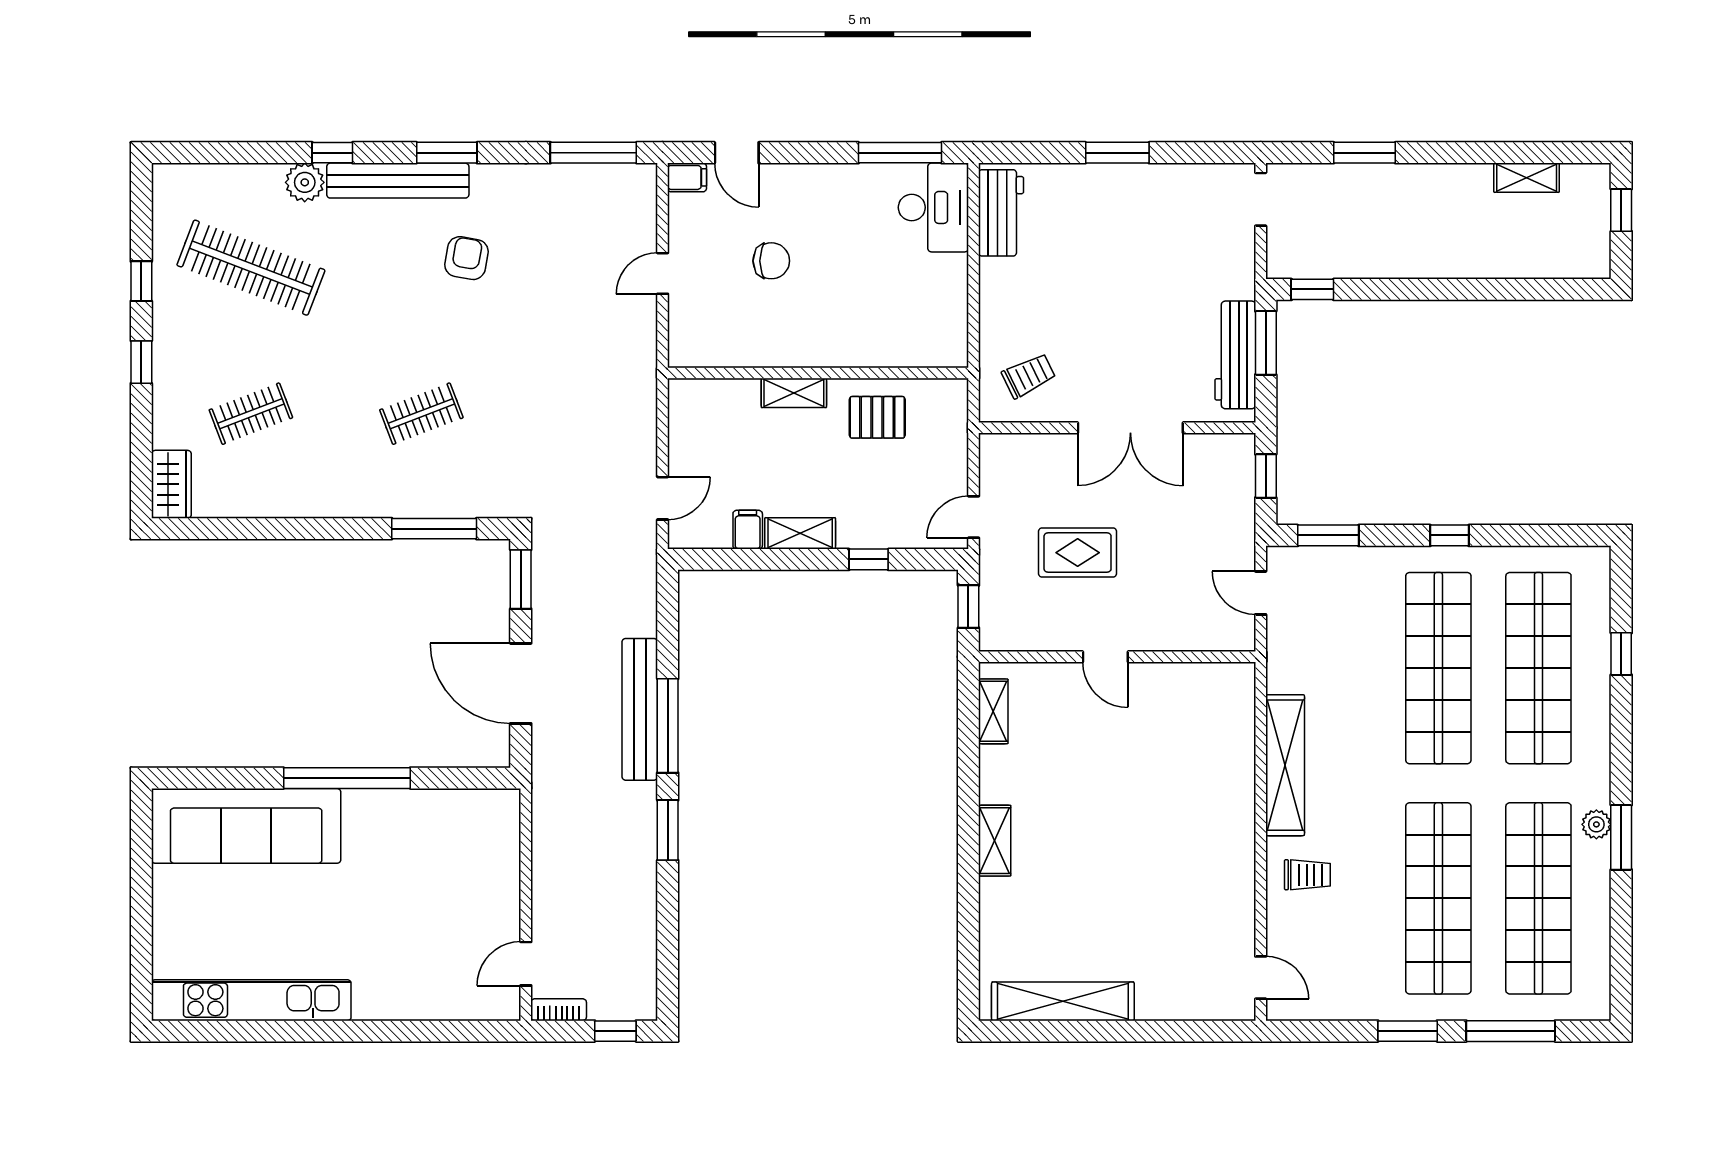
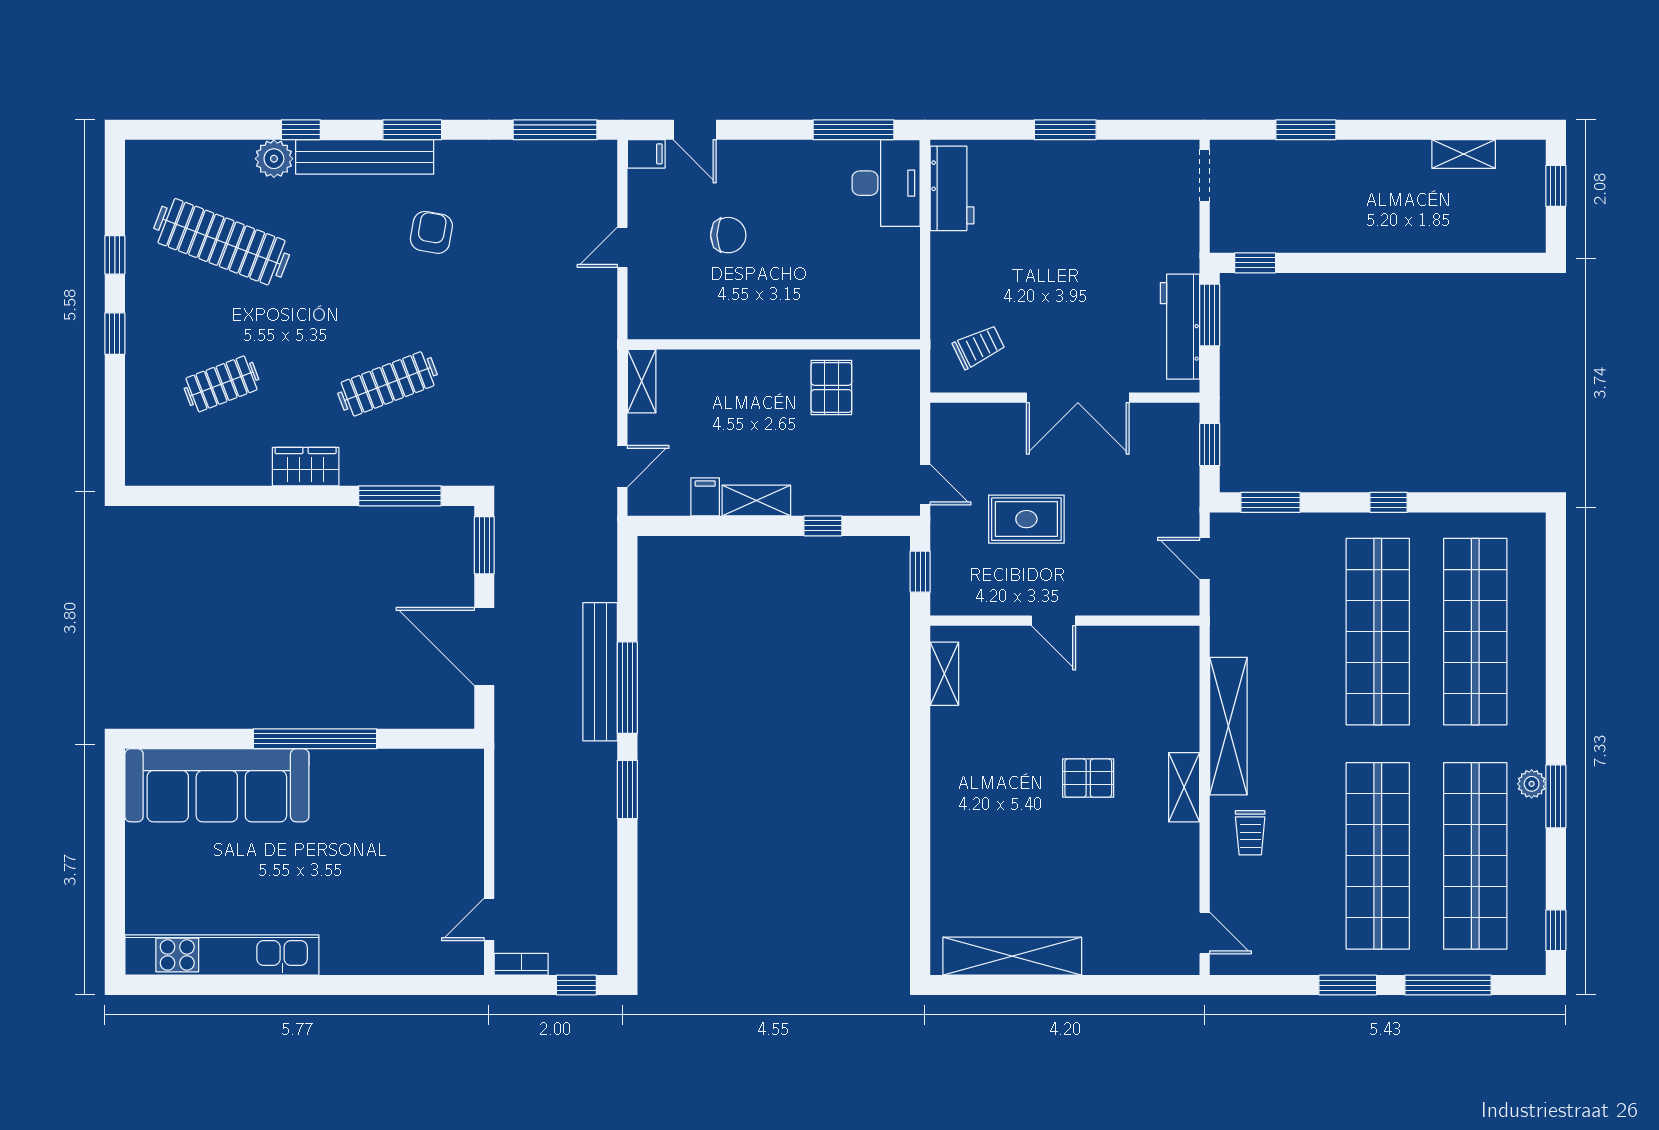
shelving: (794, 393) -> (642, 381), moved, turned 90
clothes rail: (421, 414) -> (388, 384), width x1.36
pallet: (877, 417) -> (831, 387), turned 90
wardrobe: (171, 484) -> (306, 467), moved, turned -90
door: (974, 517) -> (925, 485), swing flipped
window: (1621, 654) -> (1556, 930), moved
pallet: (1141, 818) -> (1088, 778), added
shelving: (995, 841) -> (1184, 787), moved
trolley: (1307, 875) -> (1250, 833), turned 90

